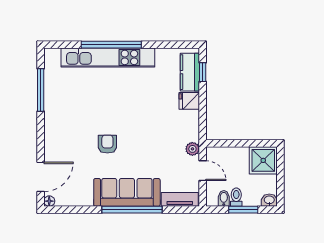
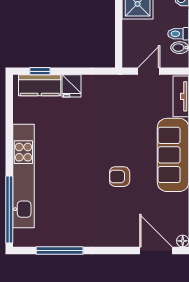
window: (111, 45) -> (9, 210), moved
plant: (192, 149) -> (125, 82), removed

